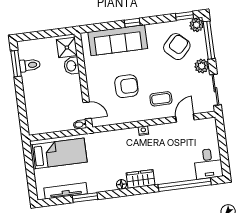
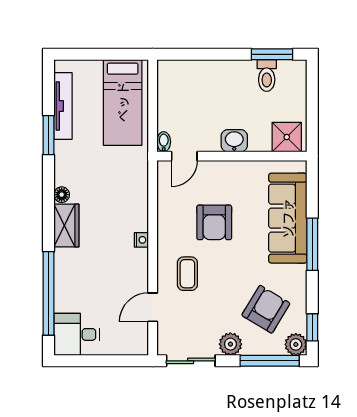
window: (132, 23) -> (312, 244), width x2.17
armchair: (177, 47) -> (266, 309), turned -102
washbasin: (72, 66) -> (234, 141), moved
door: (185, 118) -> (153, 307), swing flipped

